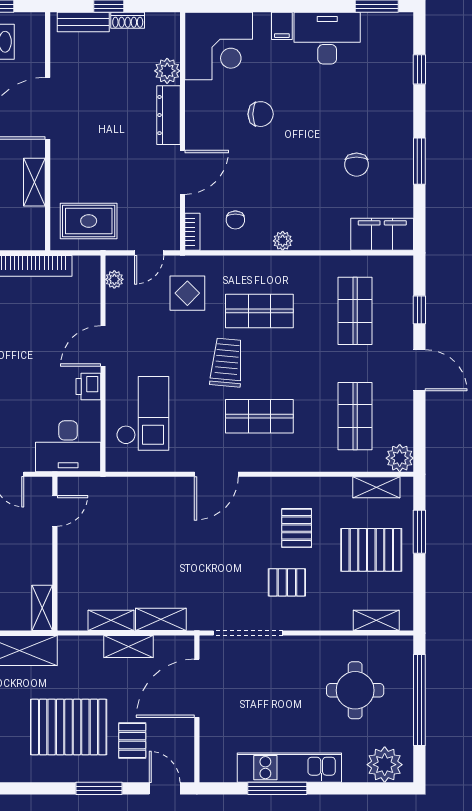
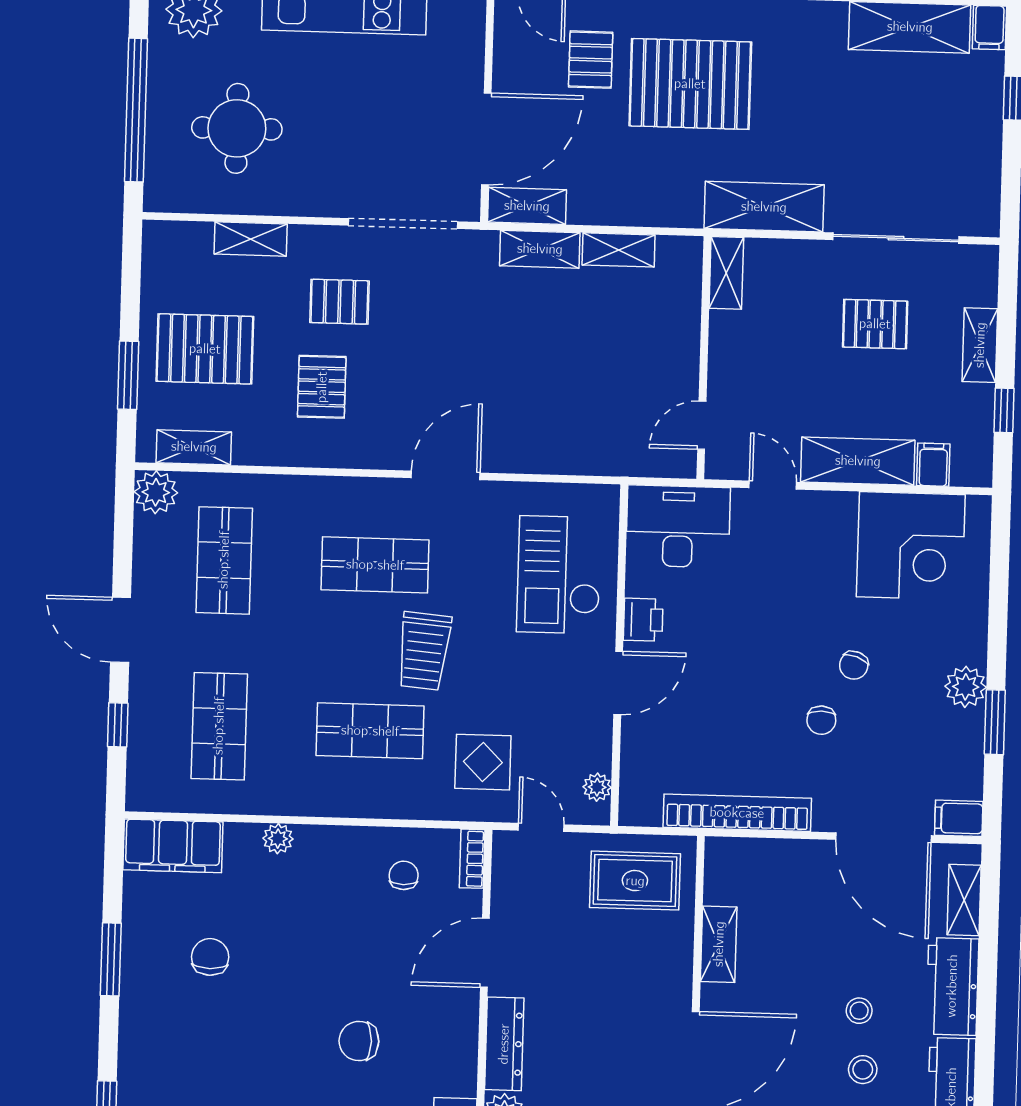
plant: (283, 241) -> (278, 839), moved
door: (149, 253) -> (541, 827), hinge flipped
shelving: (376, 620) -> (251, 239), moved
shelving: (128, 647) -> (527, 206), moved

